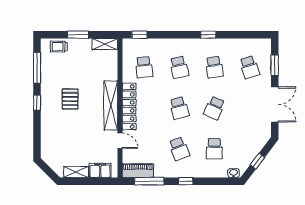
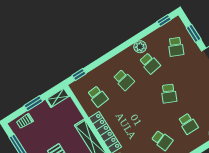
window: (208, 35) -> (164, 20), moved
plant: (215, 45) -> (140, 47), added
school desk: (249, 67) -> (176, 47), turned 42
school desk: (179, 108) -> (143, 110), removed

